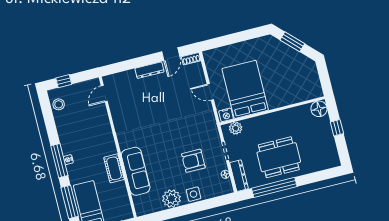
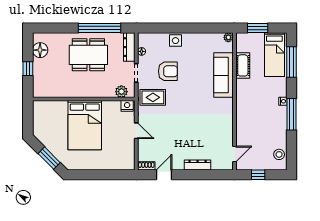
dresser: (149, 70) -> (198, 165), moved
window: (64, 81) -> (258, 175), moved
bed: (245, 89) -> (85, 125), moved
floor lamp: (319, 109) -> (40, 50), moved
rug: (202, 130) -> (153, 97), added
window: (59, 161) -> (291, 114), moved
cot: (114, 168) -> (243, 65), moved
plant: (171, 199) -> (228, 37), moved, width x0.53, depth x0.53

